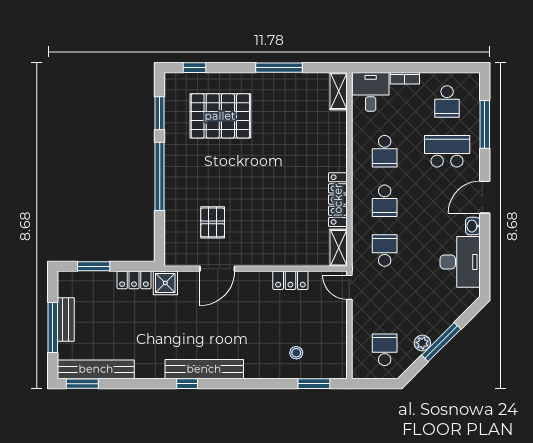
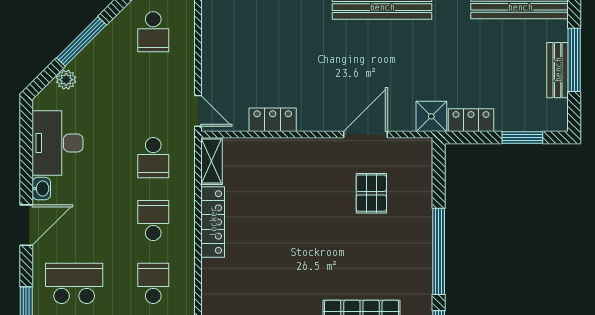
school desk: (447, 151) -> (74, 283), turned 180
plant: (422, 343) -> (66, 80), moved
stool: (296, 353) -> (265, 28), removed

